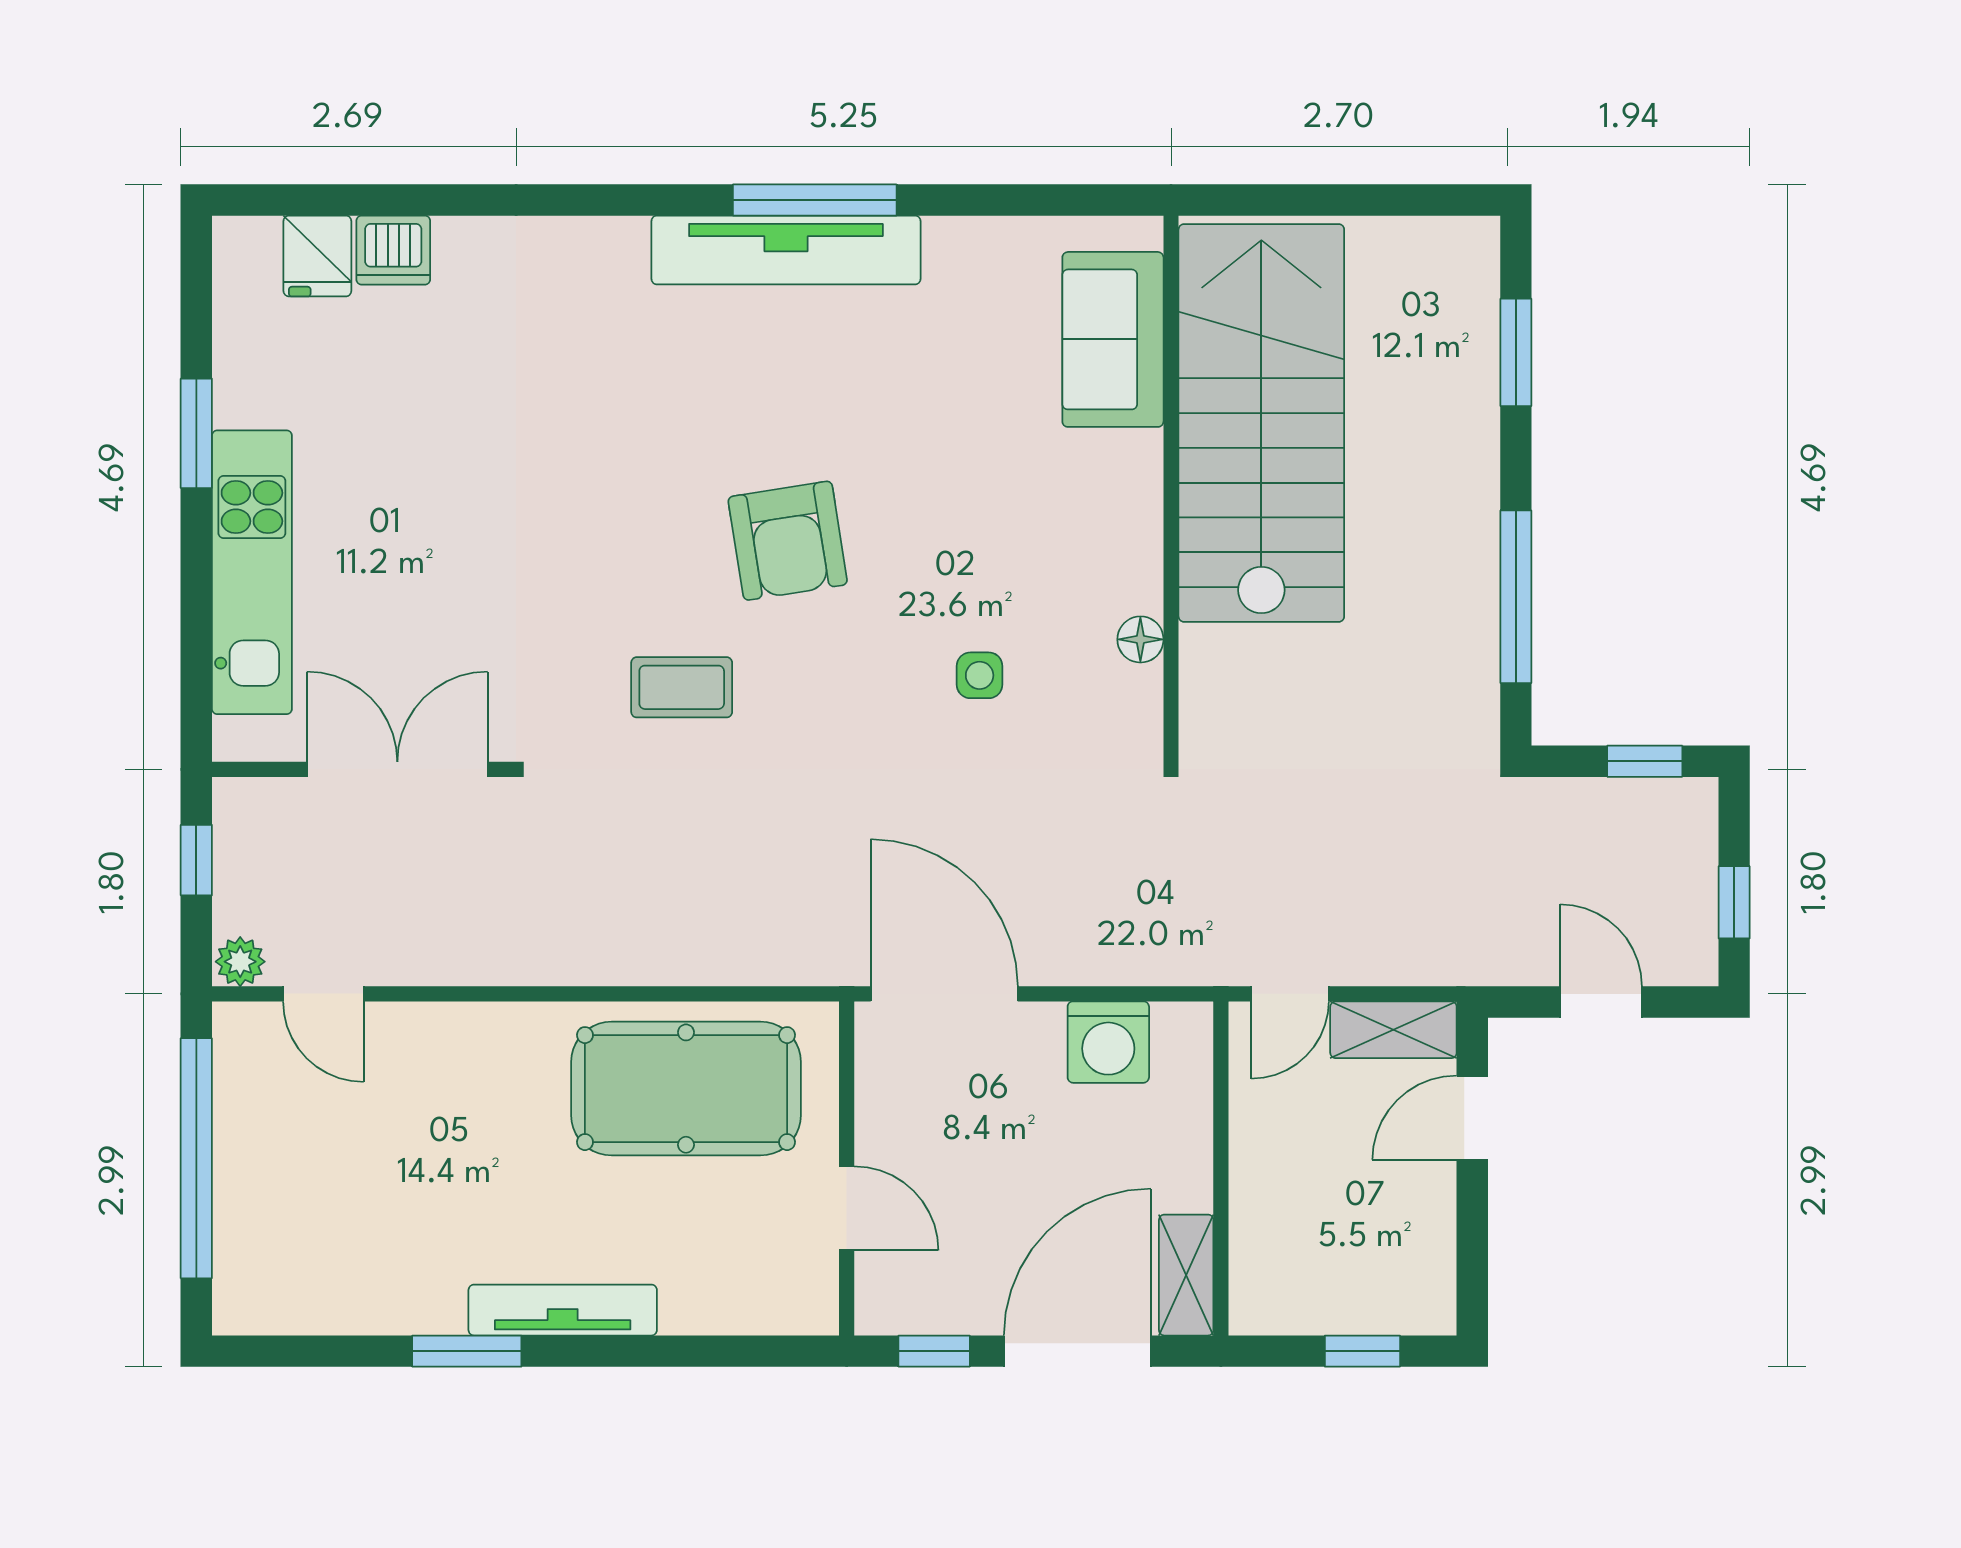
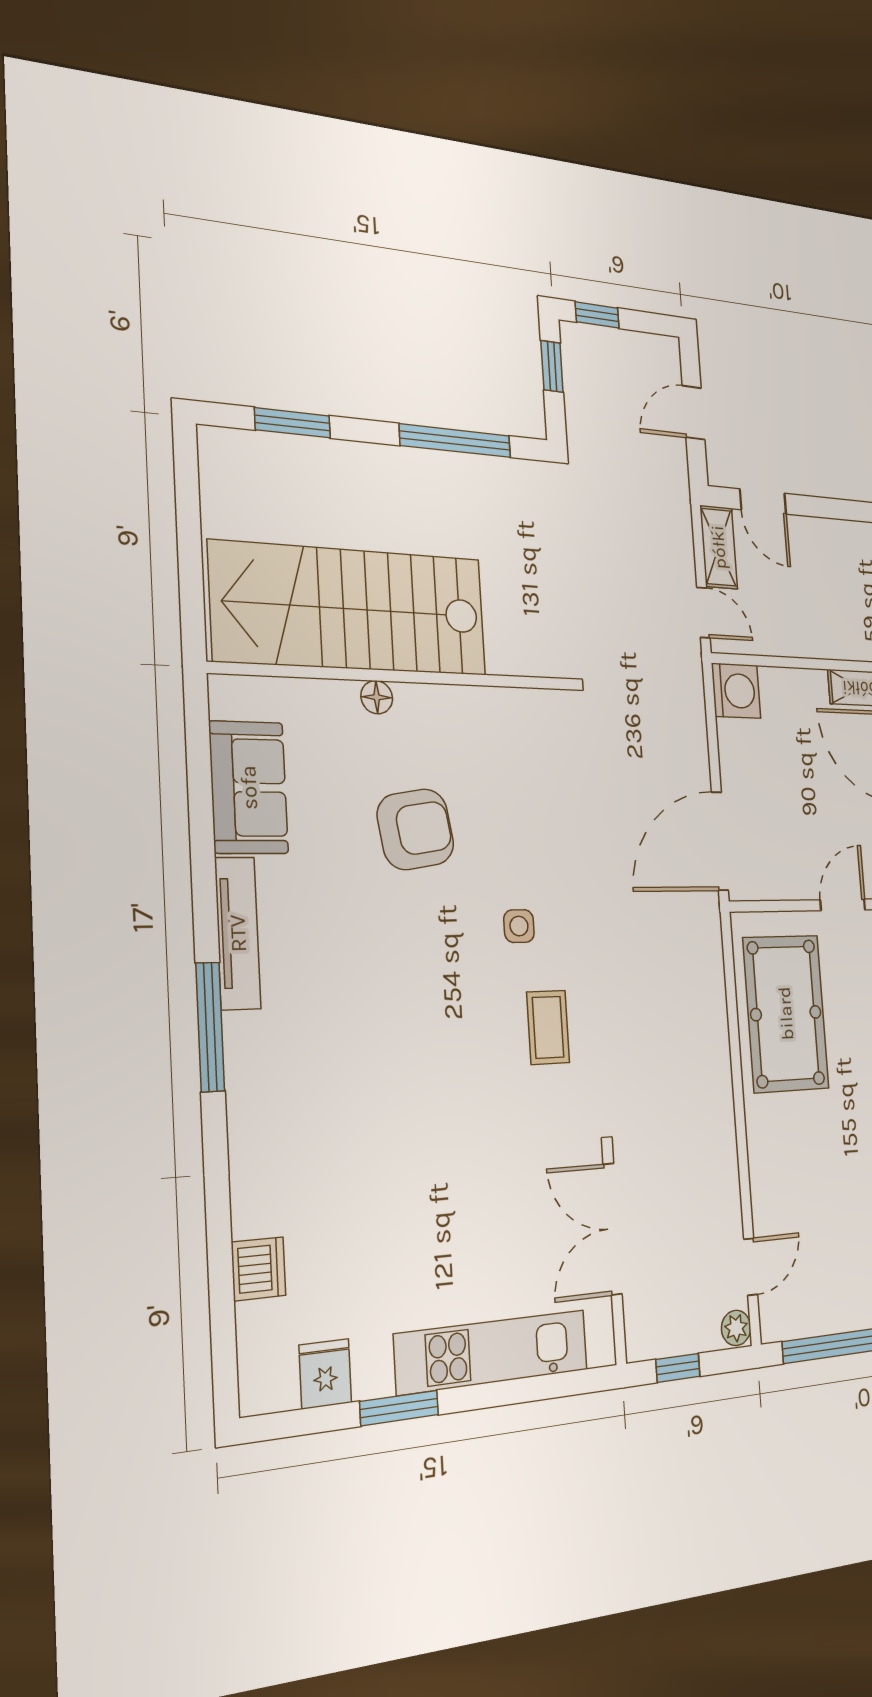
window: (815, 200) -> (210, 1027), moved
tv unit: (786, 250) -> (238, 933), width x0.73, depth x0.78
fridge: (317, 256) -> (325, 1374), moved, turned -90
sofa: (1113, 339) -> (249, 787), moved, turned -90
armchair: (788, 541) -> (415, 829), moved
floor lamp: (1140, 639) -> (377, 697), moved
side table: (980, 675) -> (519, 926), moved
window: (1734, 902) -> (597, 315), moved
washing machine: (1108, 1042) -> (736, 691), moved

